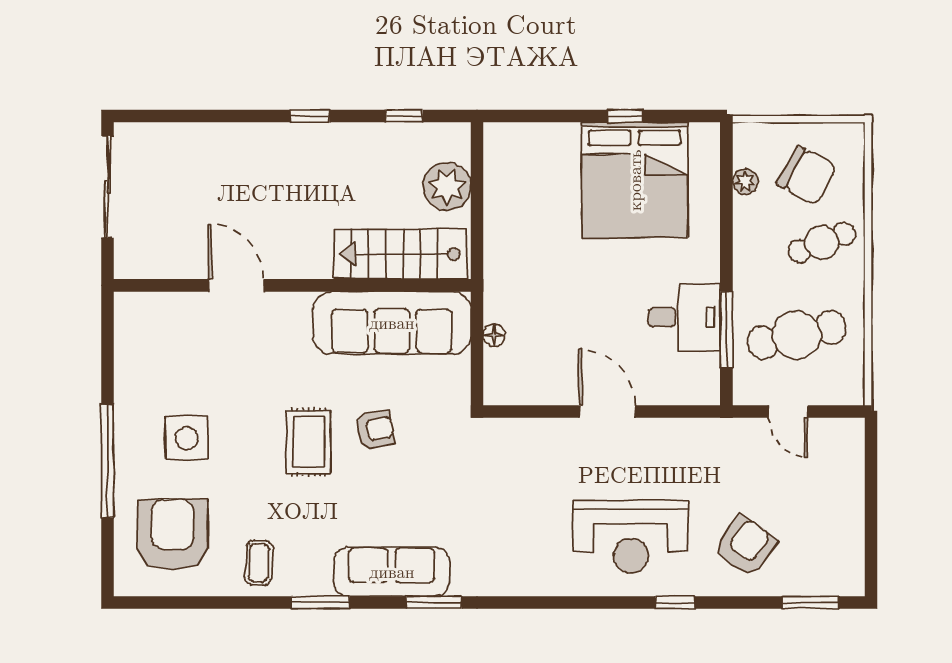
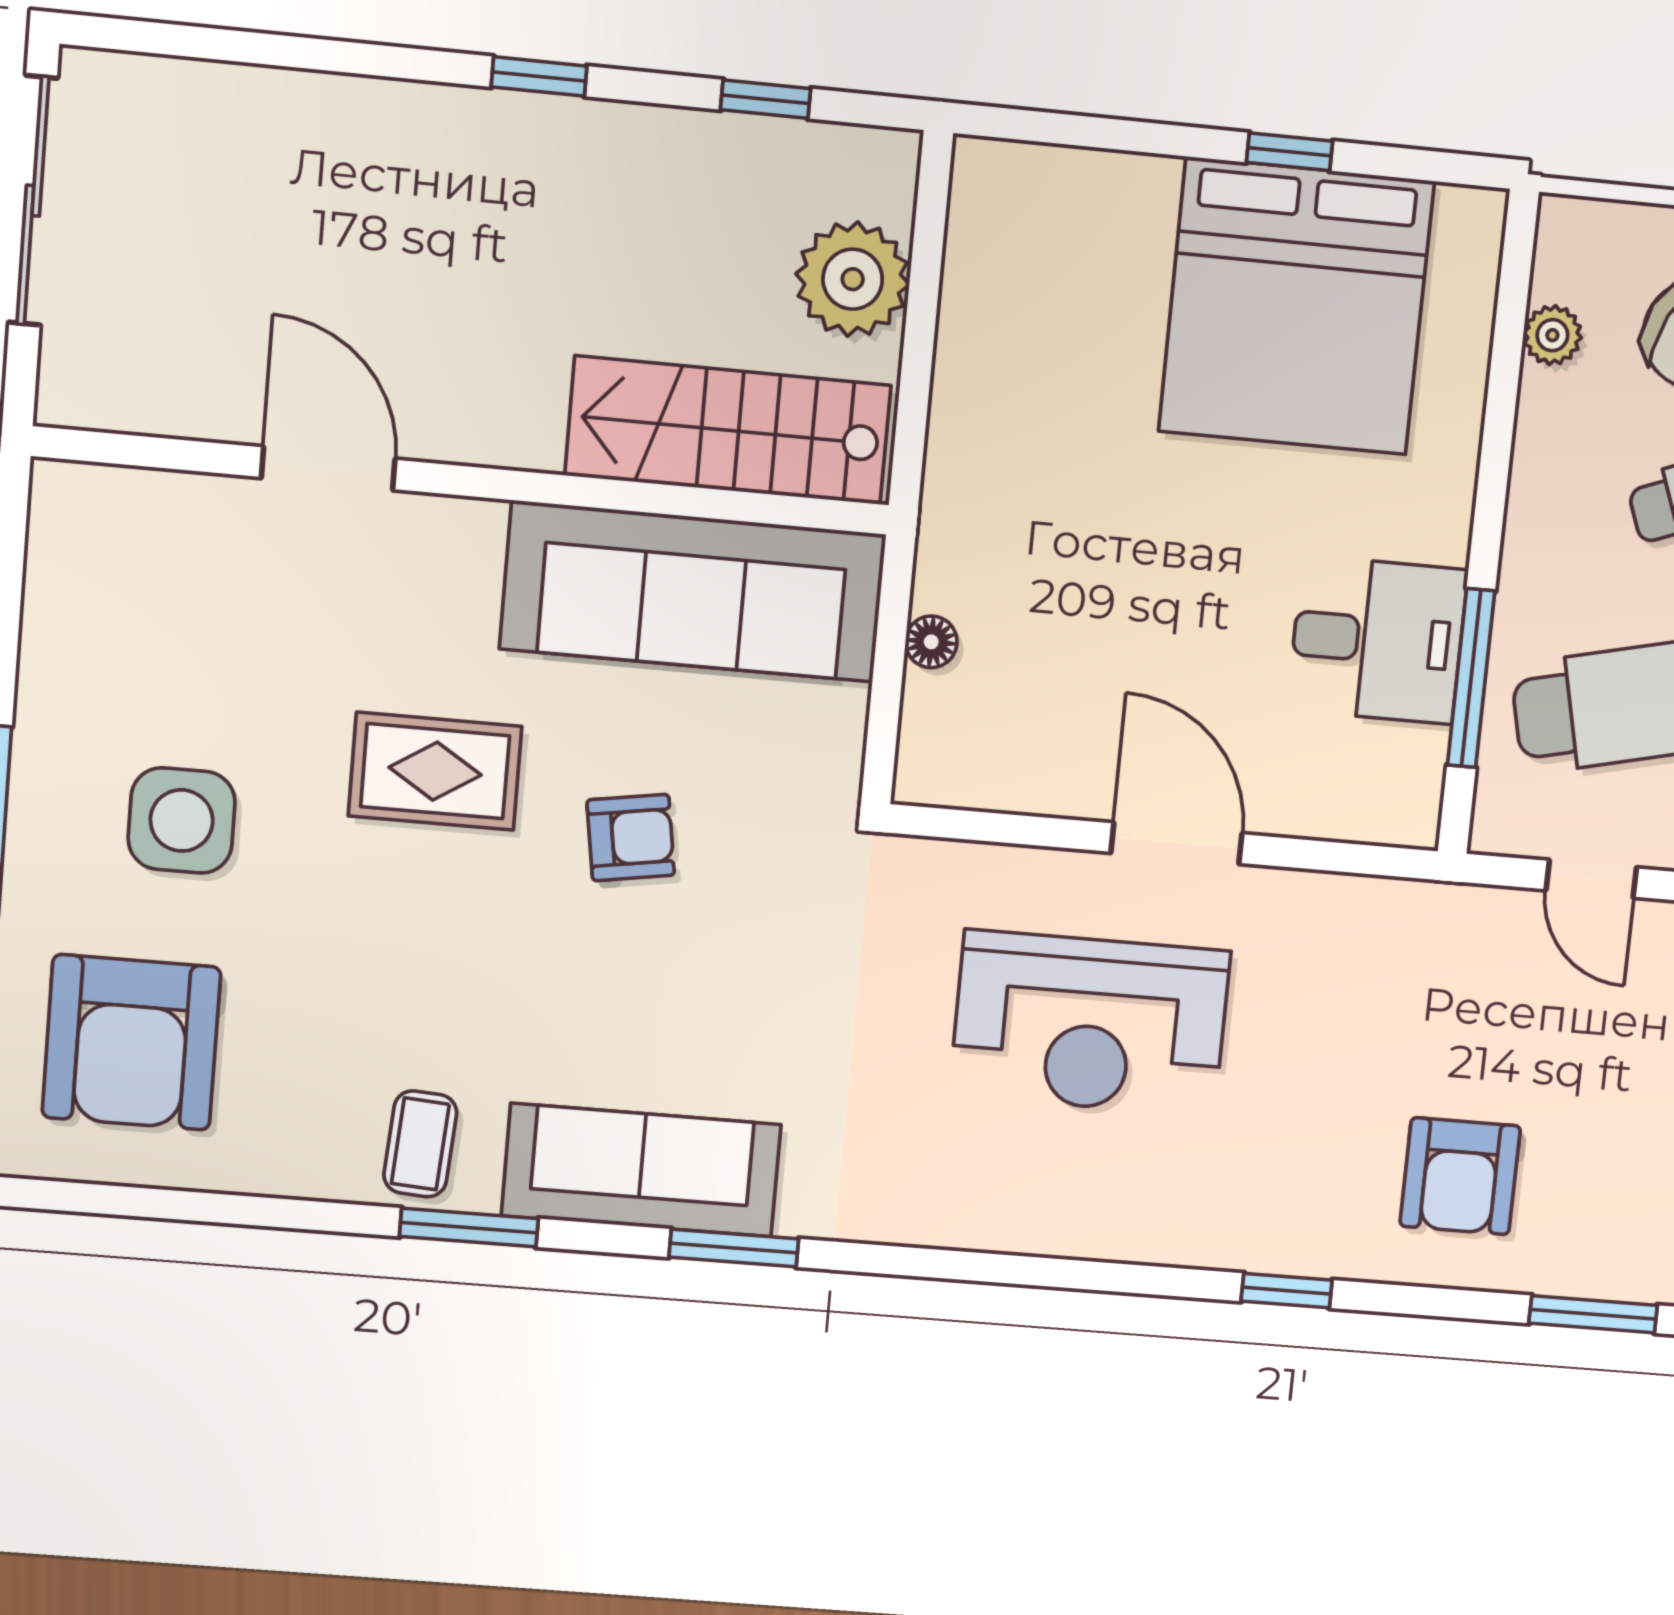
rug: (309, 442) -> (435, 771), moved, turned 90
armchair: (173, 534) -> (131, 1042), turned 180
reception desk: (631, 537) -> (1090, 1023), moved
armchair: (745, 546) -> (1460, 1176), turned 144
coffee table: (259, 563) -> (420, 1144), moved

